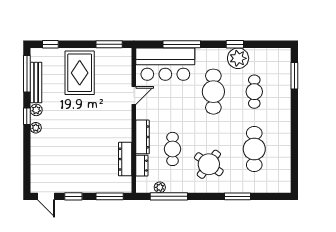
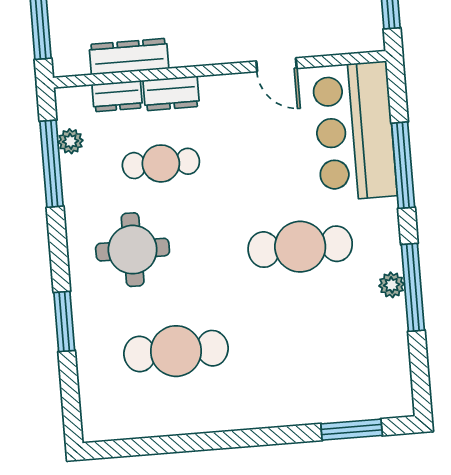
window: (235, 44) -> (413, 287), width x2.17
plant: (238, 58) -> (392, 285), width x0.53, depth x0.53
cafe table: (254, 92) -> (308, 340), removed
dresser: (143, 137) -> (171, 93), width x0.70
round table: (209, 164) -> (133, 250), turned -36

